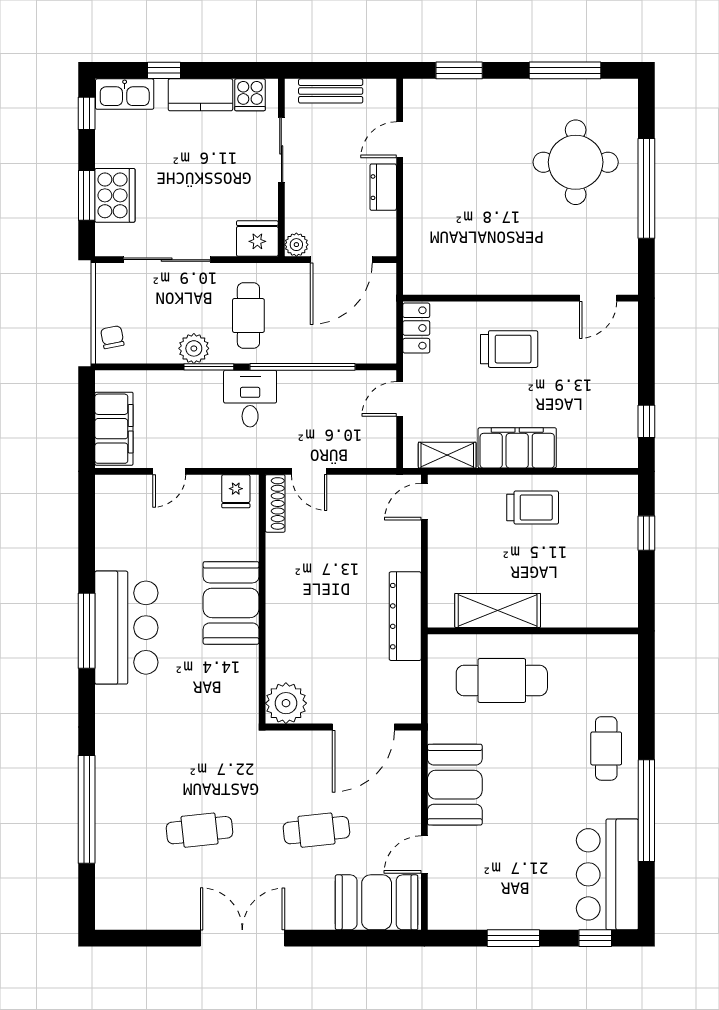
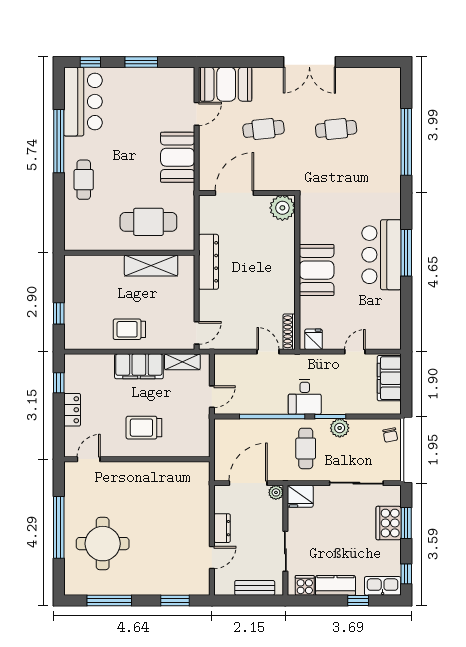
locker: (416, 328) -> (72, 410), moved, turned 180

